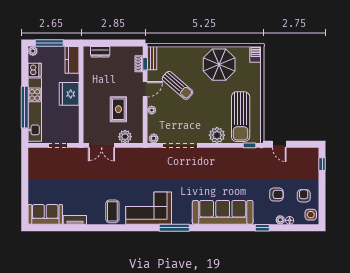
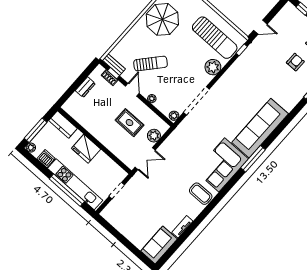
dresser: (100, 52) -> (85, 87), moved
sofa: (223, 212) -> (260, 128), moved

